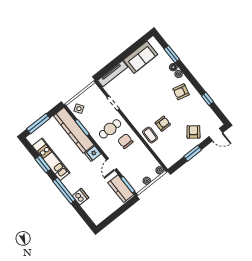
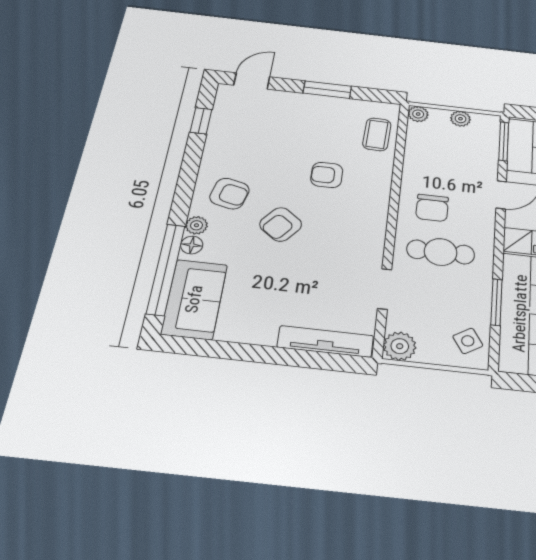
window: (172, 54) -> (166, 269), width x2.11
sofa: (140, 57) -> (194, 299), moved, turned 90
plant: (94, 90) -> (400, 346), added
window: (207, 99) -> (201, 121), moved
armchair: (193, 132) -> (281, 224), moved
coffee table: (150, 135) -> (377, 134), moved
door: (216, 135) -> (252, 81), hinge flipped

